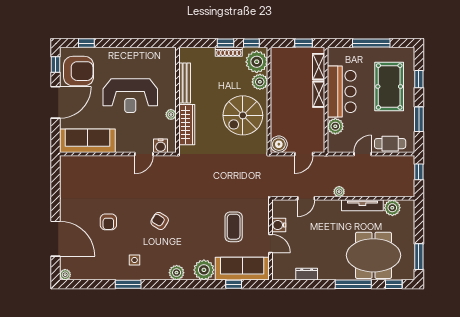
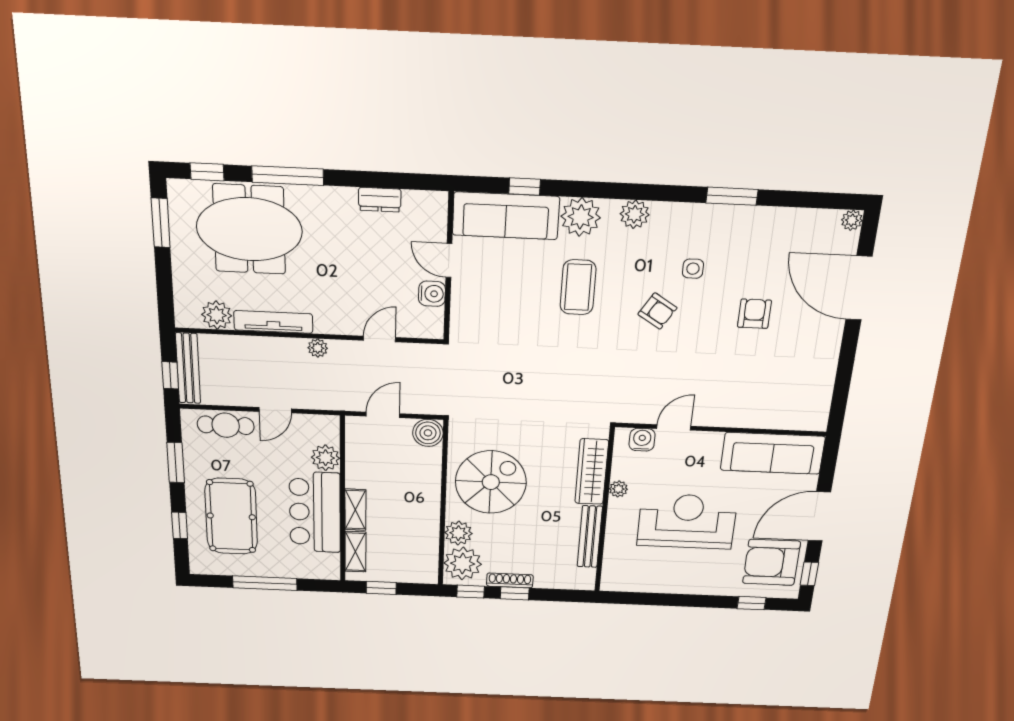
bench: (409, 177) -> (188, 368), added
coffee table: (234, 227) -> (578, 287), moved
side table: (134, 260) -> (693, 269), moved

